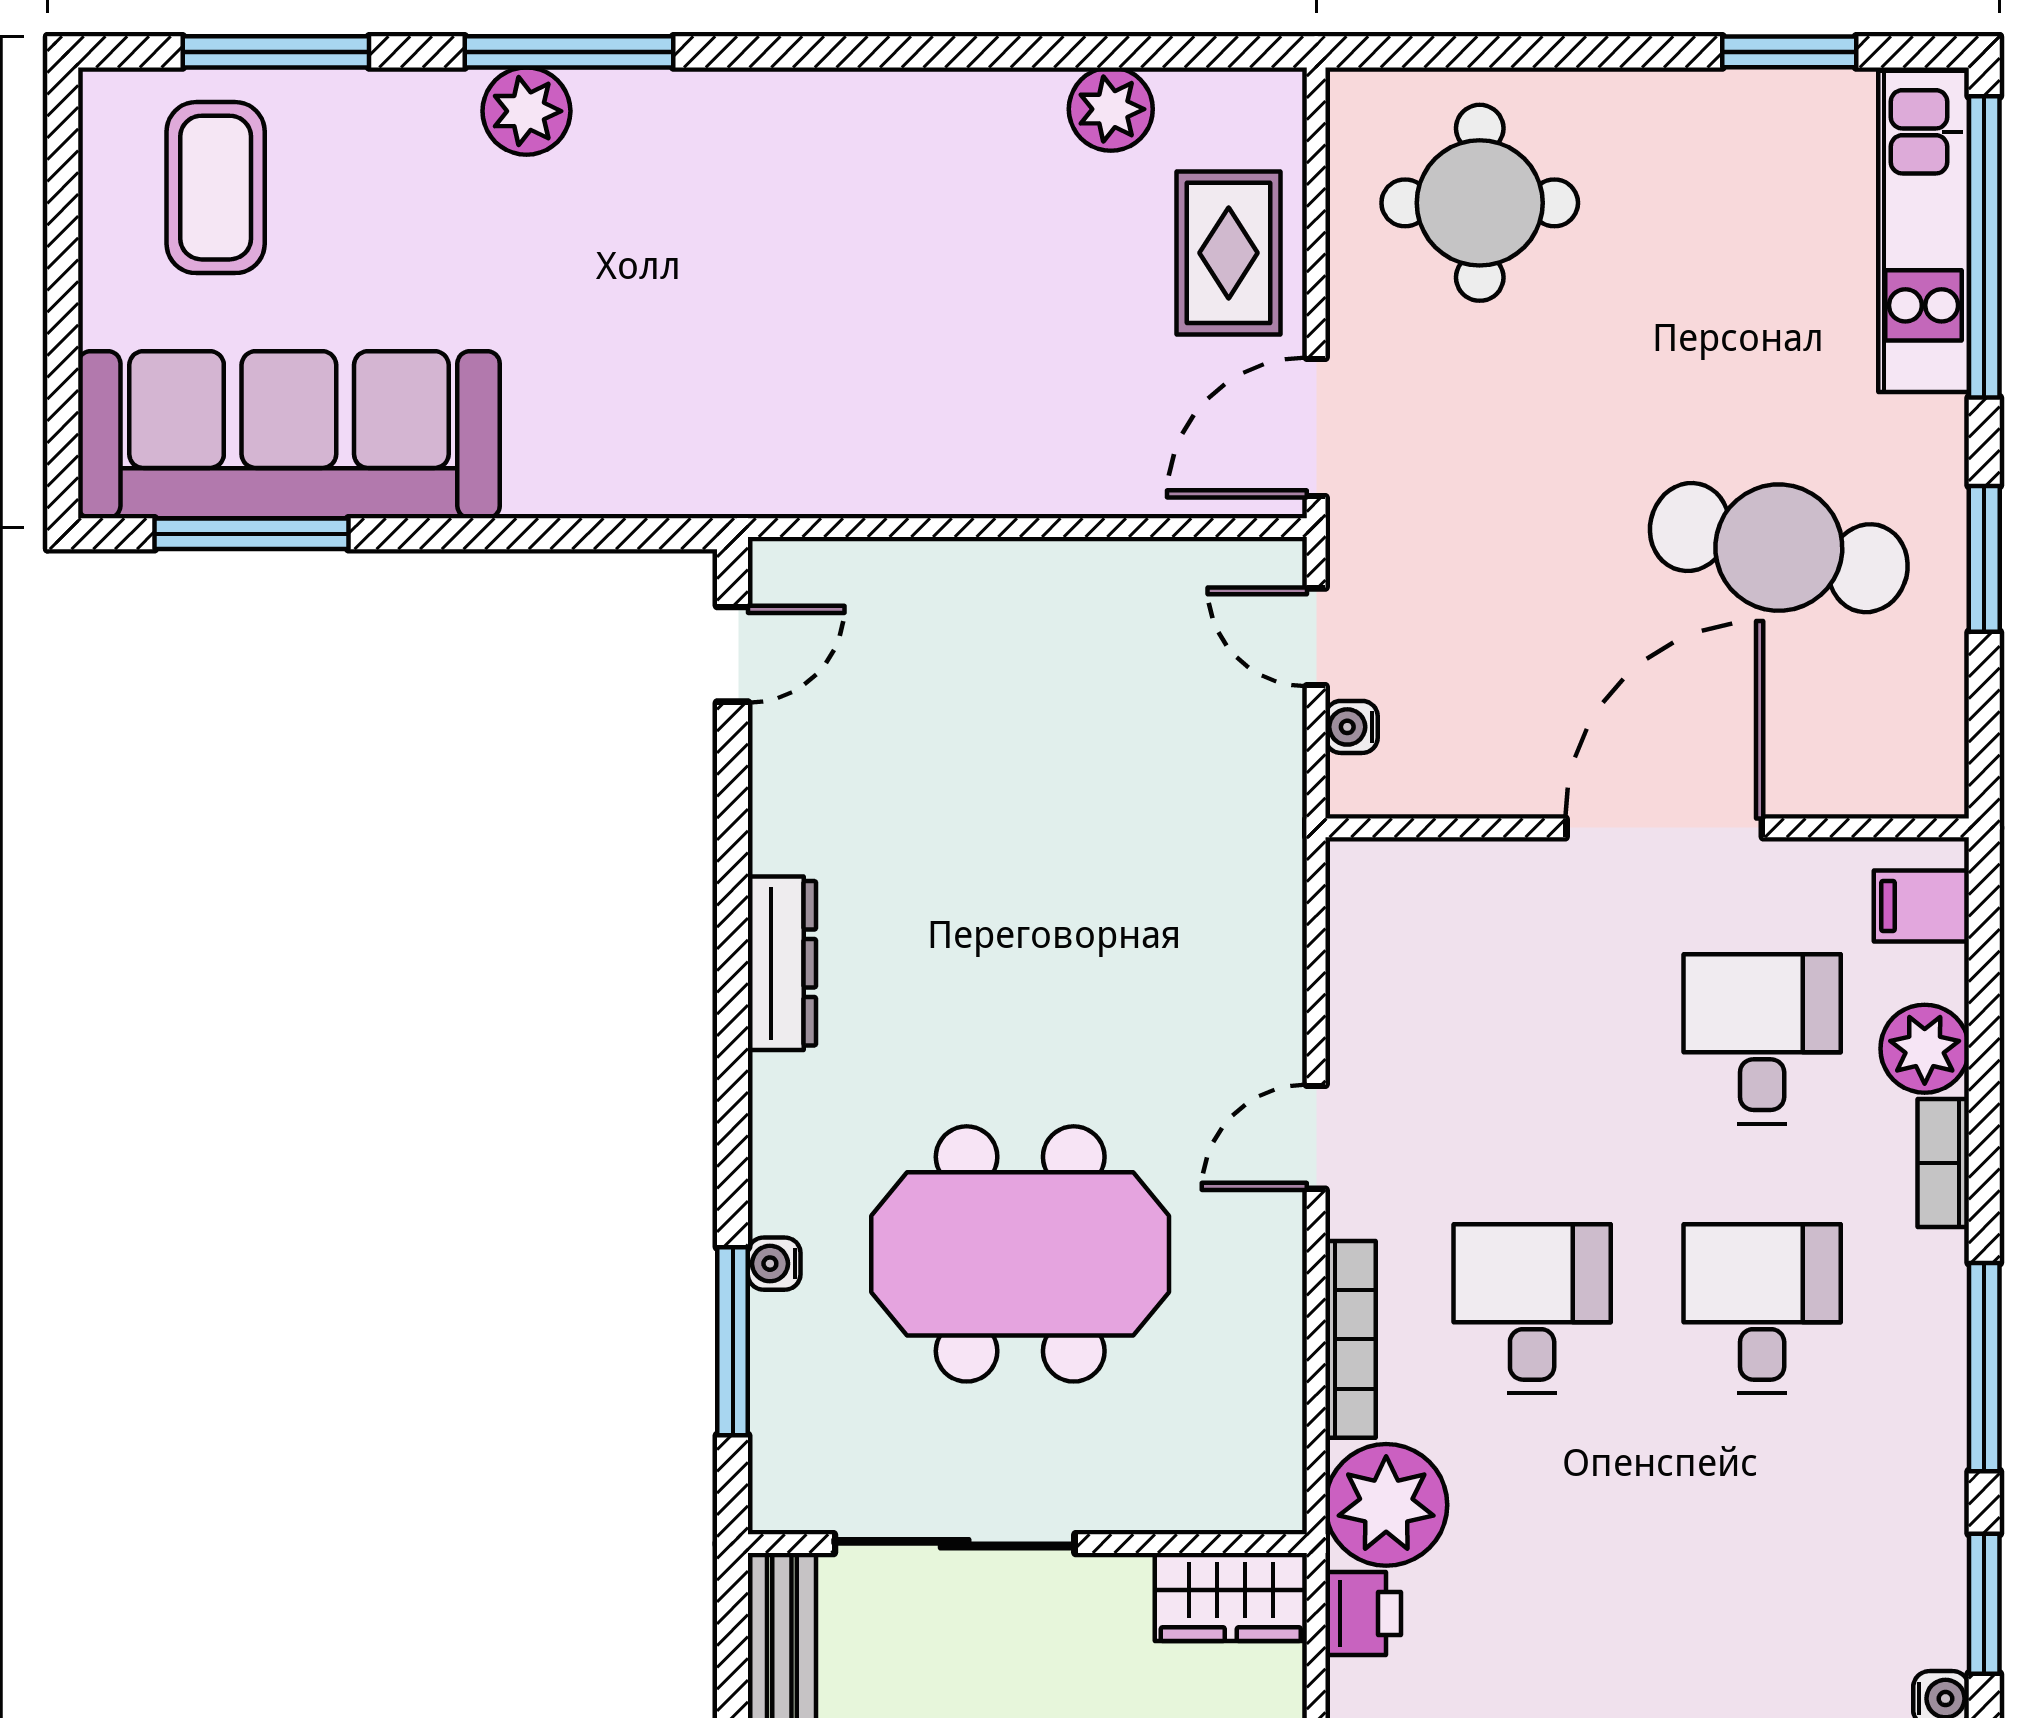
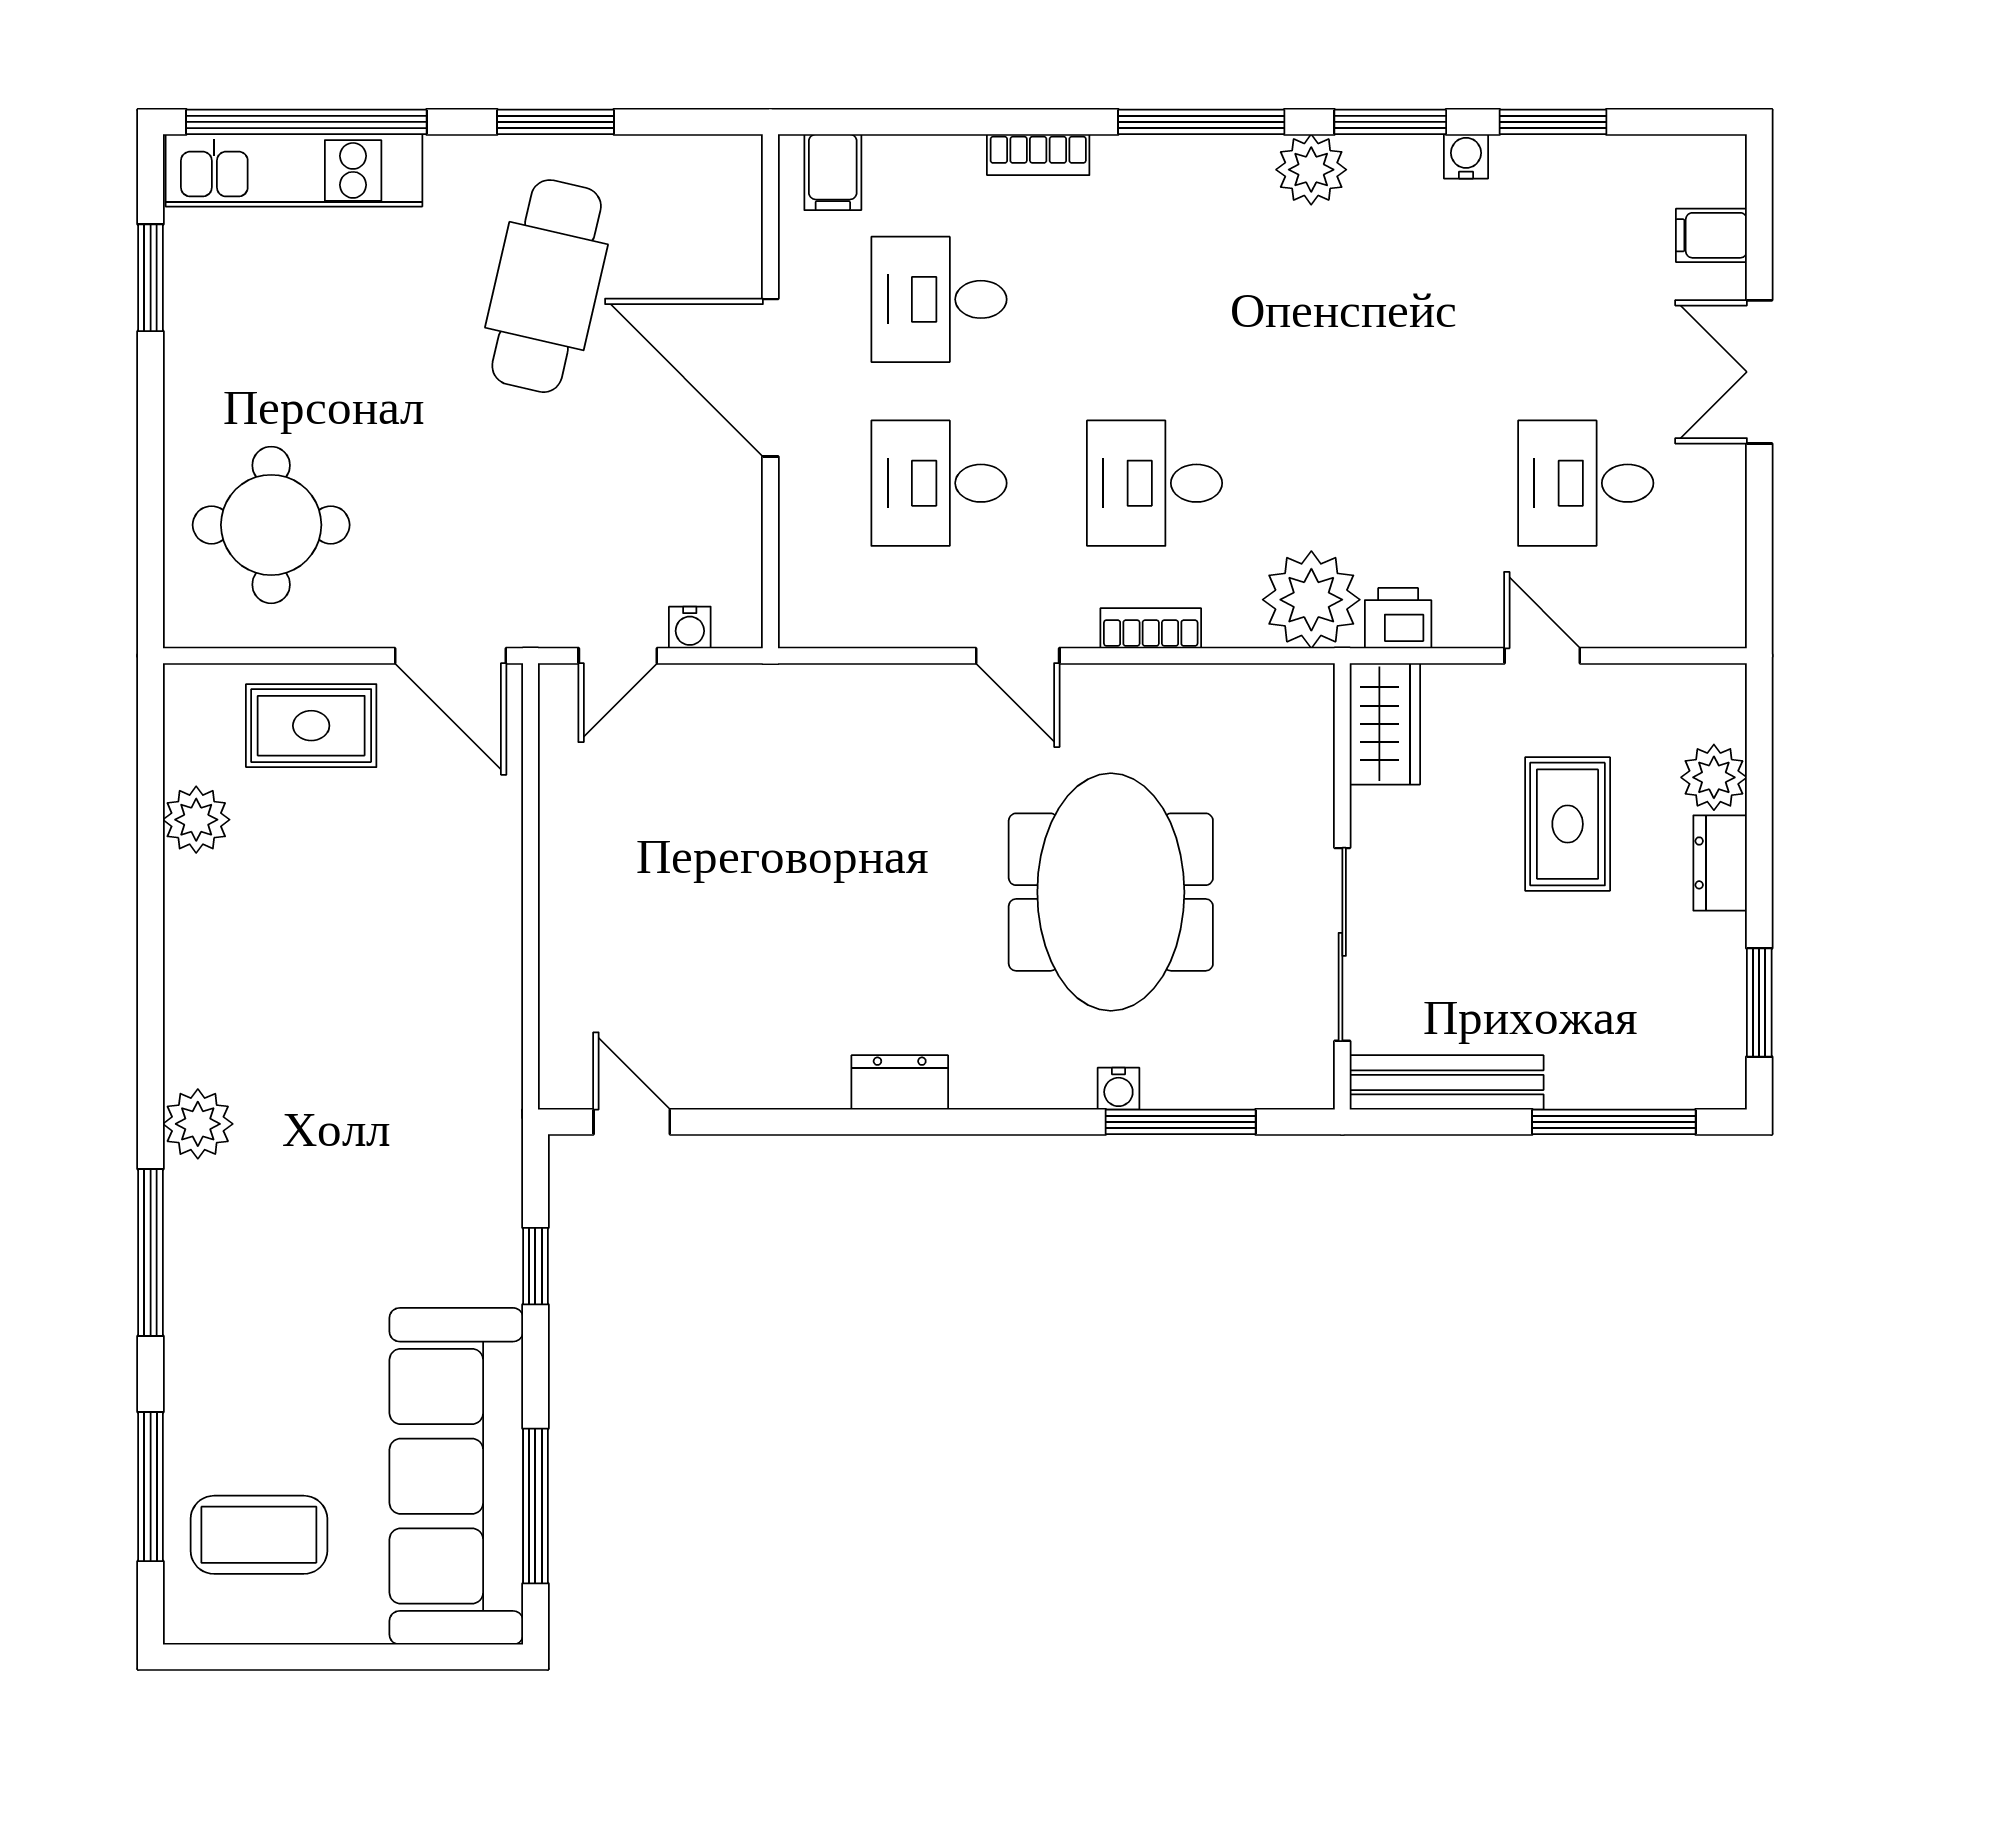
plant: (526, 111) -> (198, 1124), moved
window: (552, 534) -> (535, 1266), added
dresser: (782, 963) -> (900, 1082), width x0.70
plant: (1925, 1049) -> (1311, 170), moved
desk: (1762, 1309) -> (939, 483), moved
bookcase: (1350, 1339) -> (1151, 628), width x0.64

